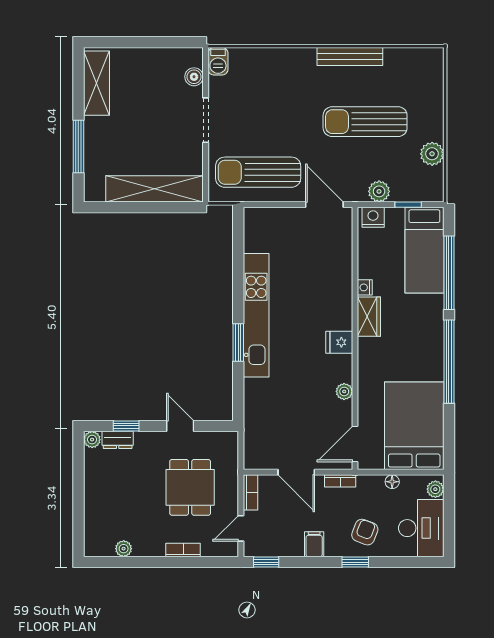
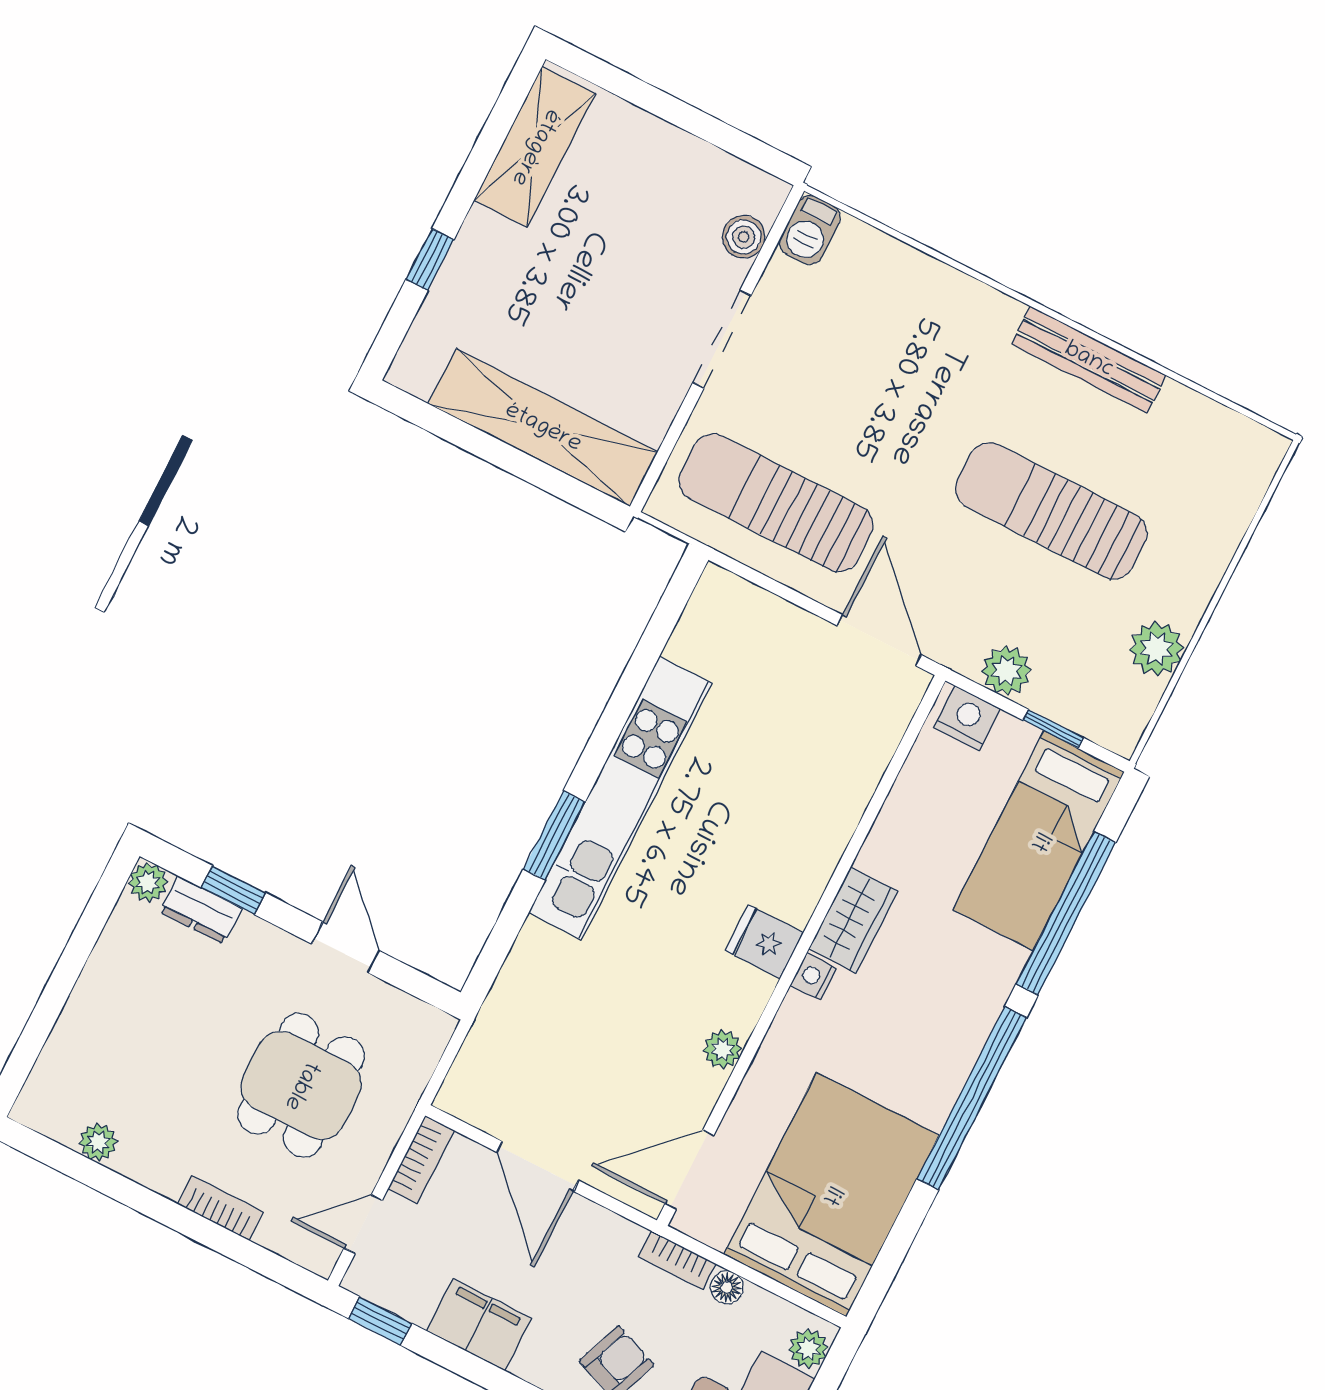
window: (78, 147) -> (430, 259), width x0.46
nightstand: (365, 287) -> (814, 976), moved
bookcase: (340, 481) -> (677, 1260), moved
filing cabinet: (314, 544) -> (479, 1325), width x2.00

